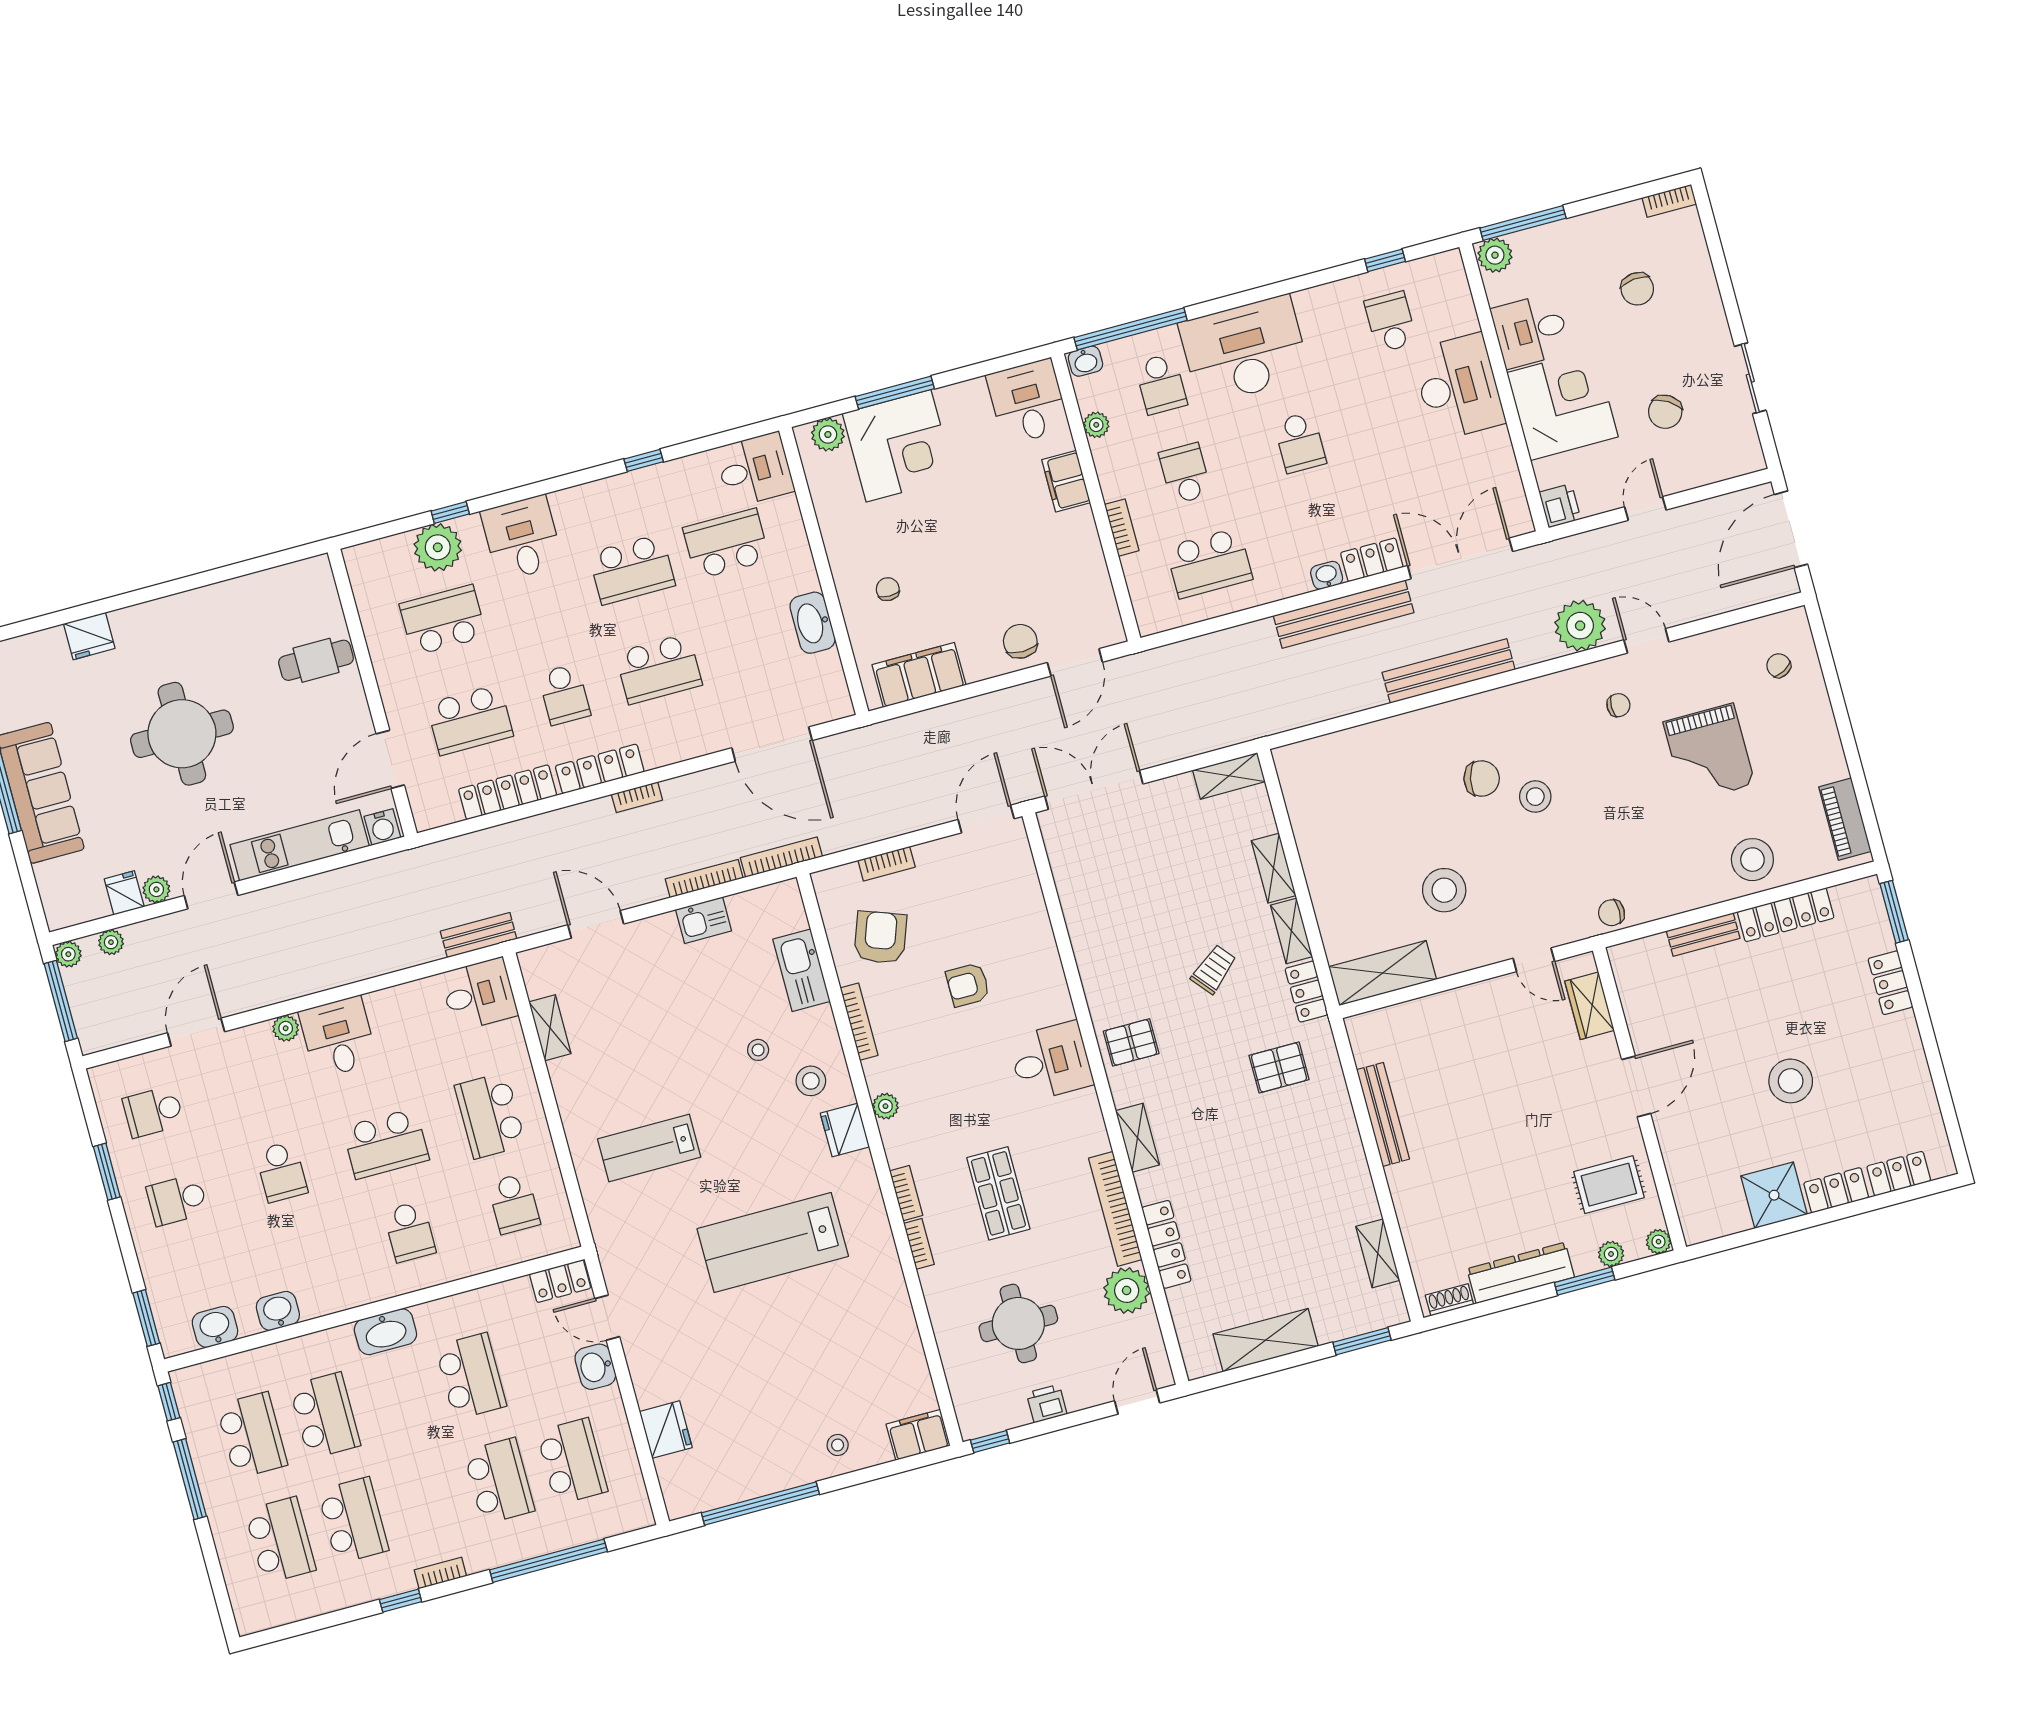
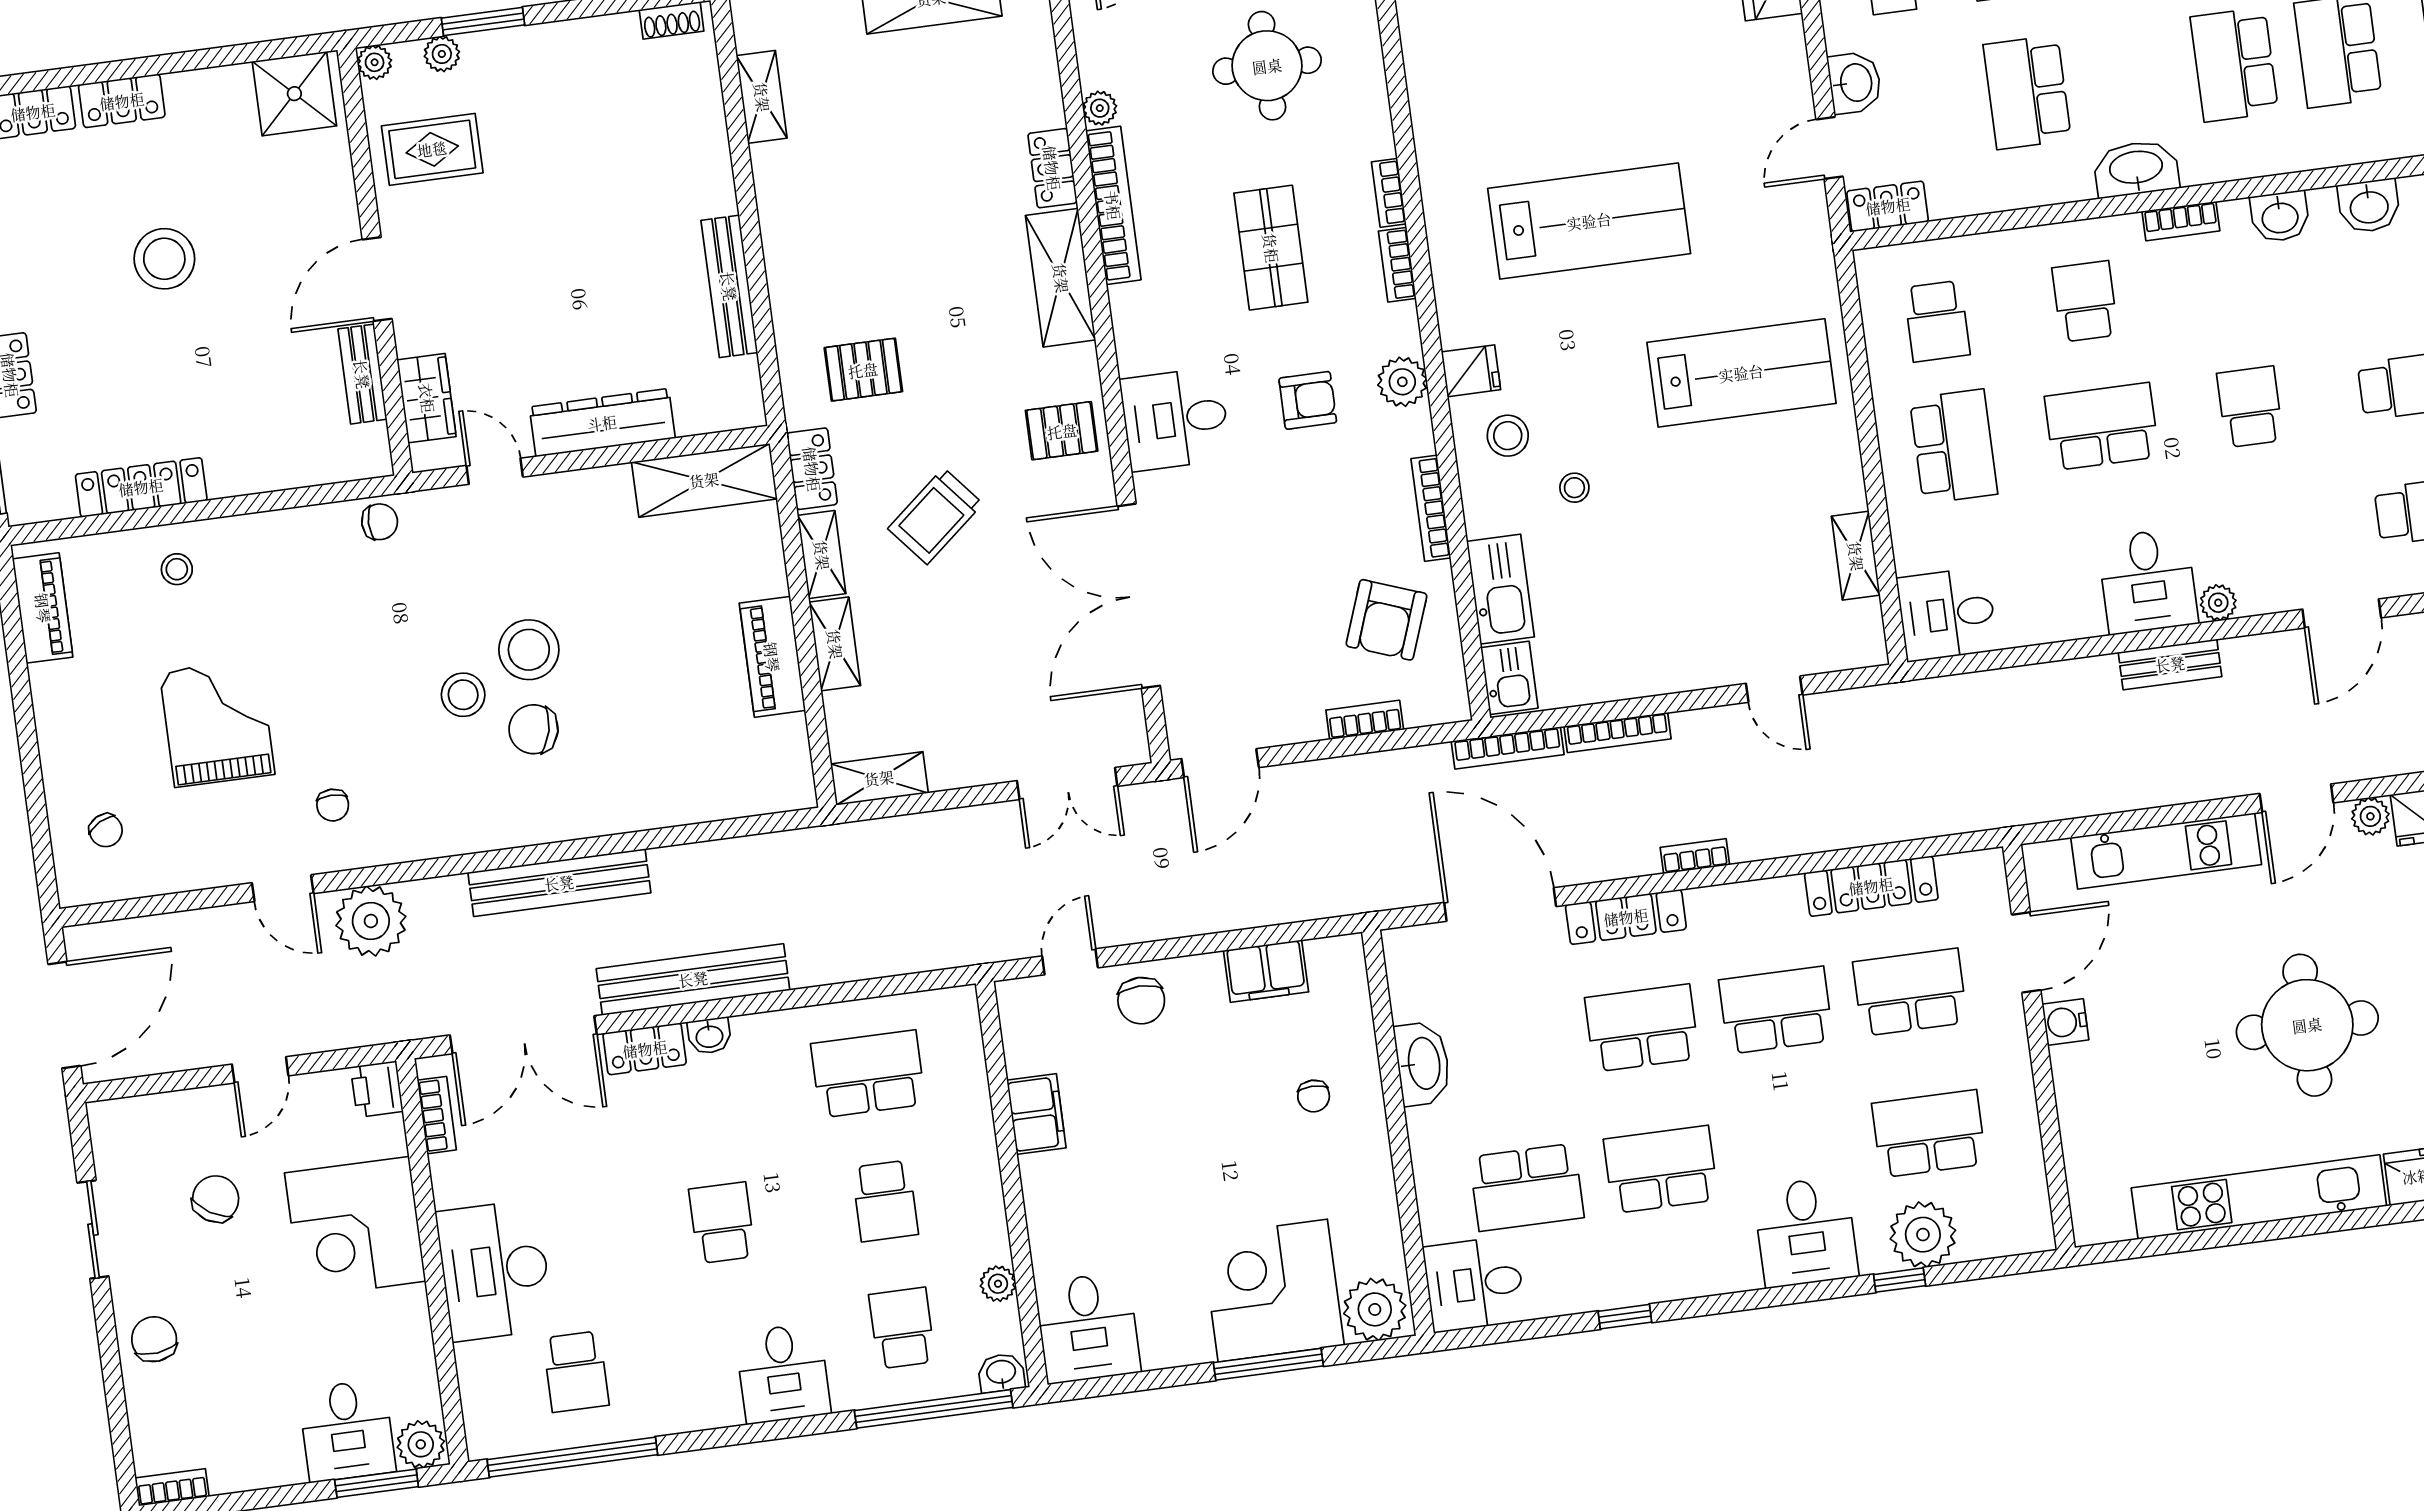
window: (1523, 223) -> (377, 1483), width x0.69
window: (1385, 260) -> (572, 1457), width x3.17
chair: (1637, 289) -> (154, 1339), moved
desk: (1531, 331) -> (347, 1431), moved, turned 90
desk: (1245, 350) -> (783, 1373), width x0.53, depth x0.77
plant: (828, 434) -> (1375, 1309), width x1.36, depth x1.36
filing cabinet: (1066, 481) -> (1036, 1114), moved
bookcase: (1122, 528) -> (437, 1115), moved, turned 180
kitchen unit: (200, 606) -> (2259, 1197), added
school desk: (443, 620) -> (1929, 1134), turned 180
cafe table: (316, 660) -> (2110, 1102), removed
door: (1075, 662) -> (1070, 962), width x0.73
filing cabinet: (919, 675) -> (1266, 971), width x0.67, depth x0.86
school desk: (564, 694) -> (1776, 1010), width x1.85
chair: (1618, 705) -> (333, 805), turned -90
locker: (600, 769) -> (1626, 917), moved
double door: (1094, 790) -> (1067, 784), width x0.73
water cooler: (382, 827) -> (2065, 1022), moved, turned -90
piano: (1317, 853) -> (772, 657), added
stool: (1752, 860) -> (177, 569), width x0.53, depth x0.53
stool: (1444, 890) -> (529, 650), moved
kitchen sink: (704, 920) -> (1509, 678), moved, turned 90
door: (596, 924) -> (1774, 689), width x0.73
double door: (1060, 931) -> (1139, 596), added
bench: (479, 935) -> (2170, 664), moved
bench: (1703, 935) -> (362, 374), moved, turned 90
trolley: (1214, 969) -> (935, 516), width x1.36, depth x1.39
armchair: (968, 985) -> (1308, 400), moved
plant: (885, 1106) -> (1402, 382), width x1.38, depth x1.38
fridge: (845, 1130) -> (1471, 371), width x0.72
shelving: (1138, 1138) -> (1061, 278), width x1.50, depth x1.33
lab bench: (649, 1148) -> (1741, 373), width x1.36, depth x1.39
shower: (1774, 1195) -> (294, 94), moved
school desk: (514, 1204) -> (1937, 321), turned 180
locker: (1166, 1244) -> (1052, 168), width x0.66
dresser: (1521, 1273) -> (602, 423), moved, turned 180
plant: (1127, 1290) -> (1100, 108), width x0.53, depth x0.53
bookcase: (348, 1298) -> (2181, 221), added
door: (607, 1318) -> (1830, 148), swing flipped

